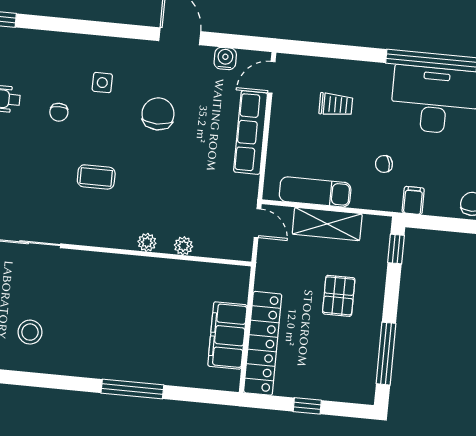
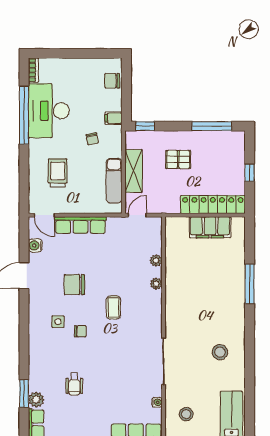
trolley: (336, 105) -> (58, 173), width x1.36, depth x1.39
chair: (59, 112) -> (80, 331), moved
coffee table: (96, 177) -> (113, 307), moved

